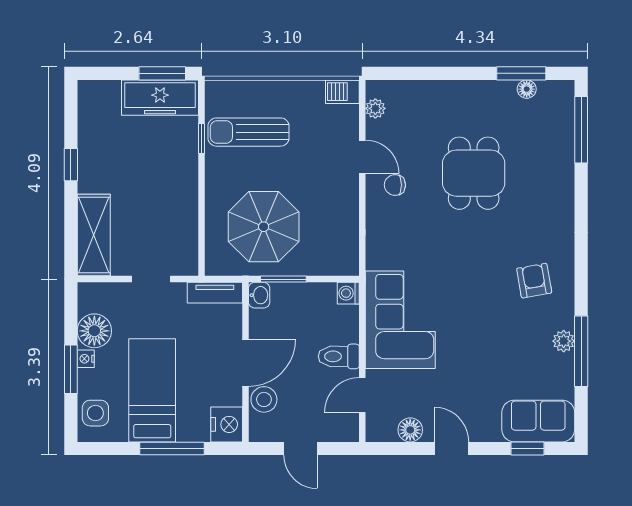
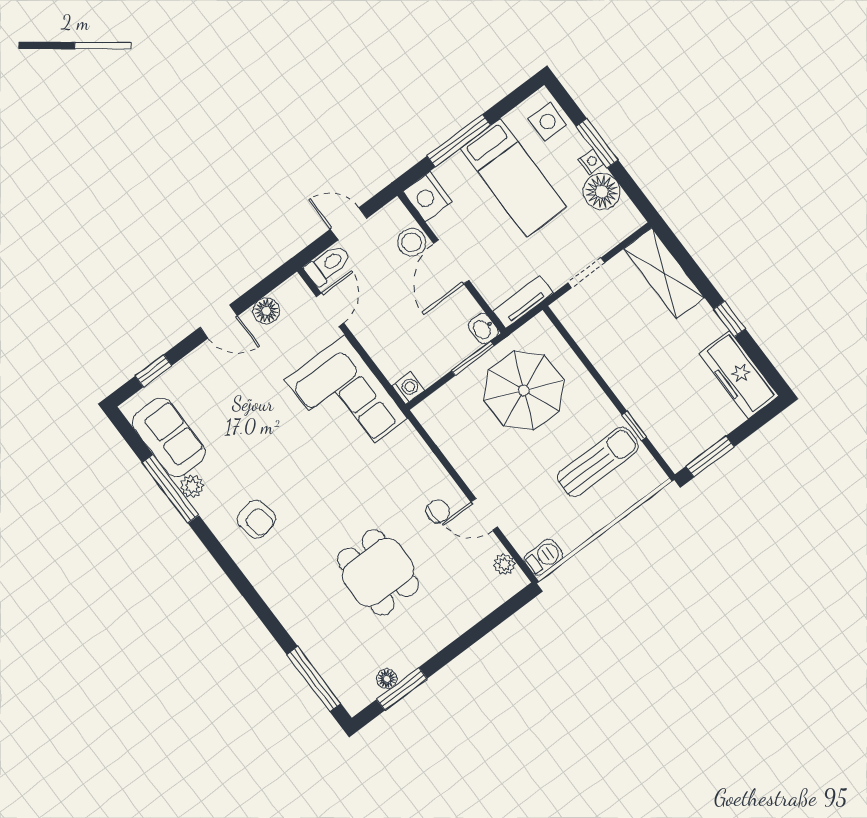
freezer: (160, 98) -> (739, 375), moved, turned -90
toilet: (339, 356) -> (328, 265), moved
sofa: (538, 421) -> (169, 437), moved, turned -90

